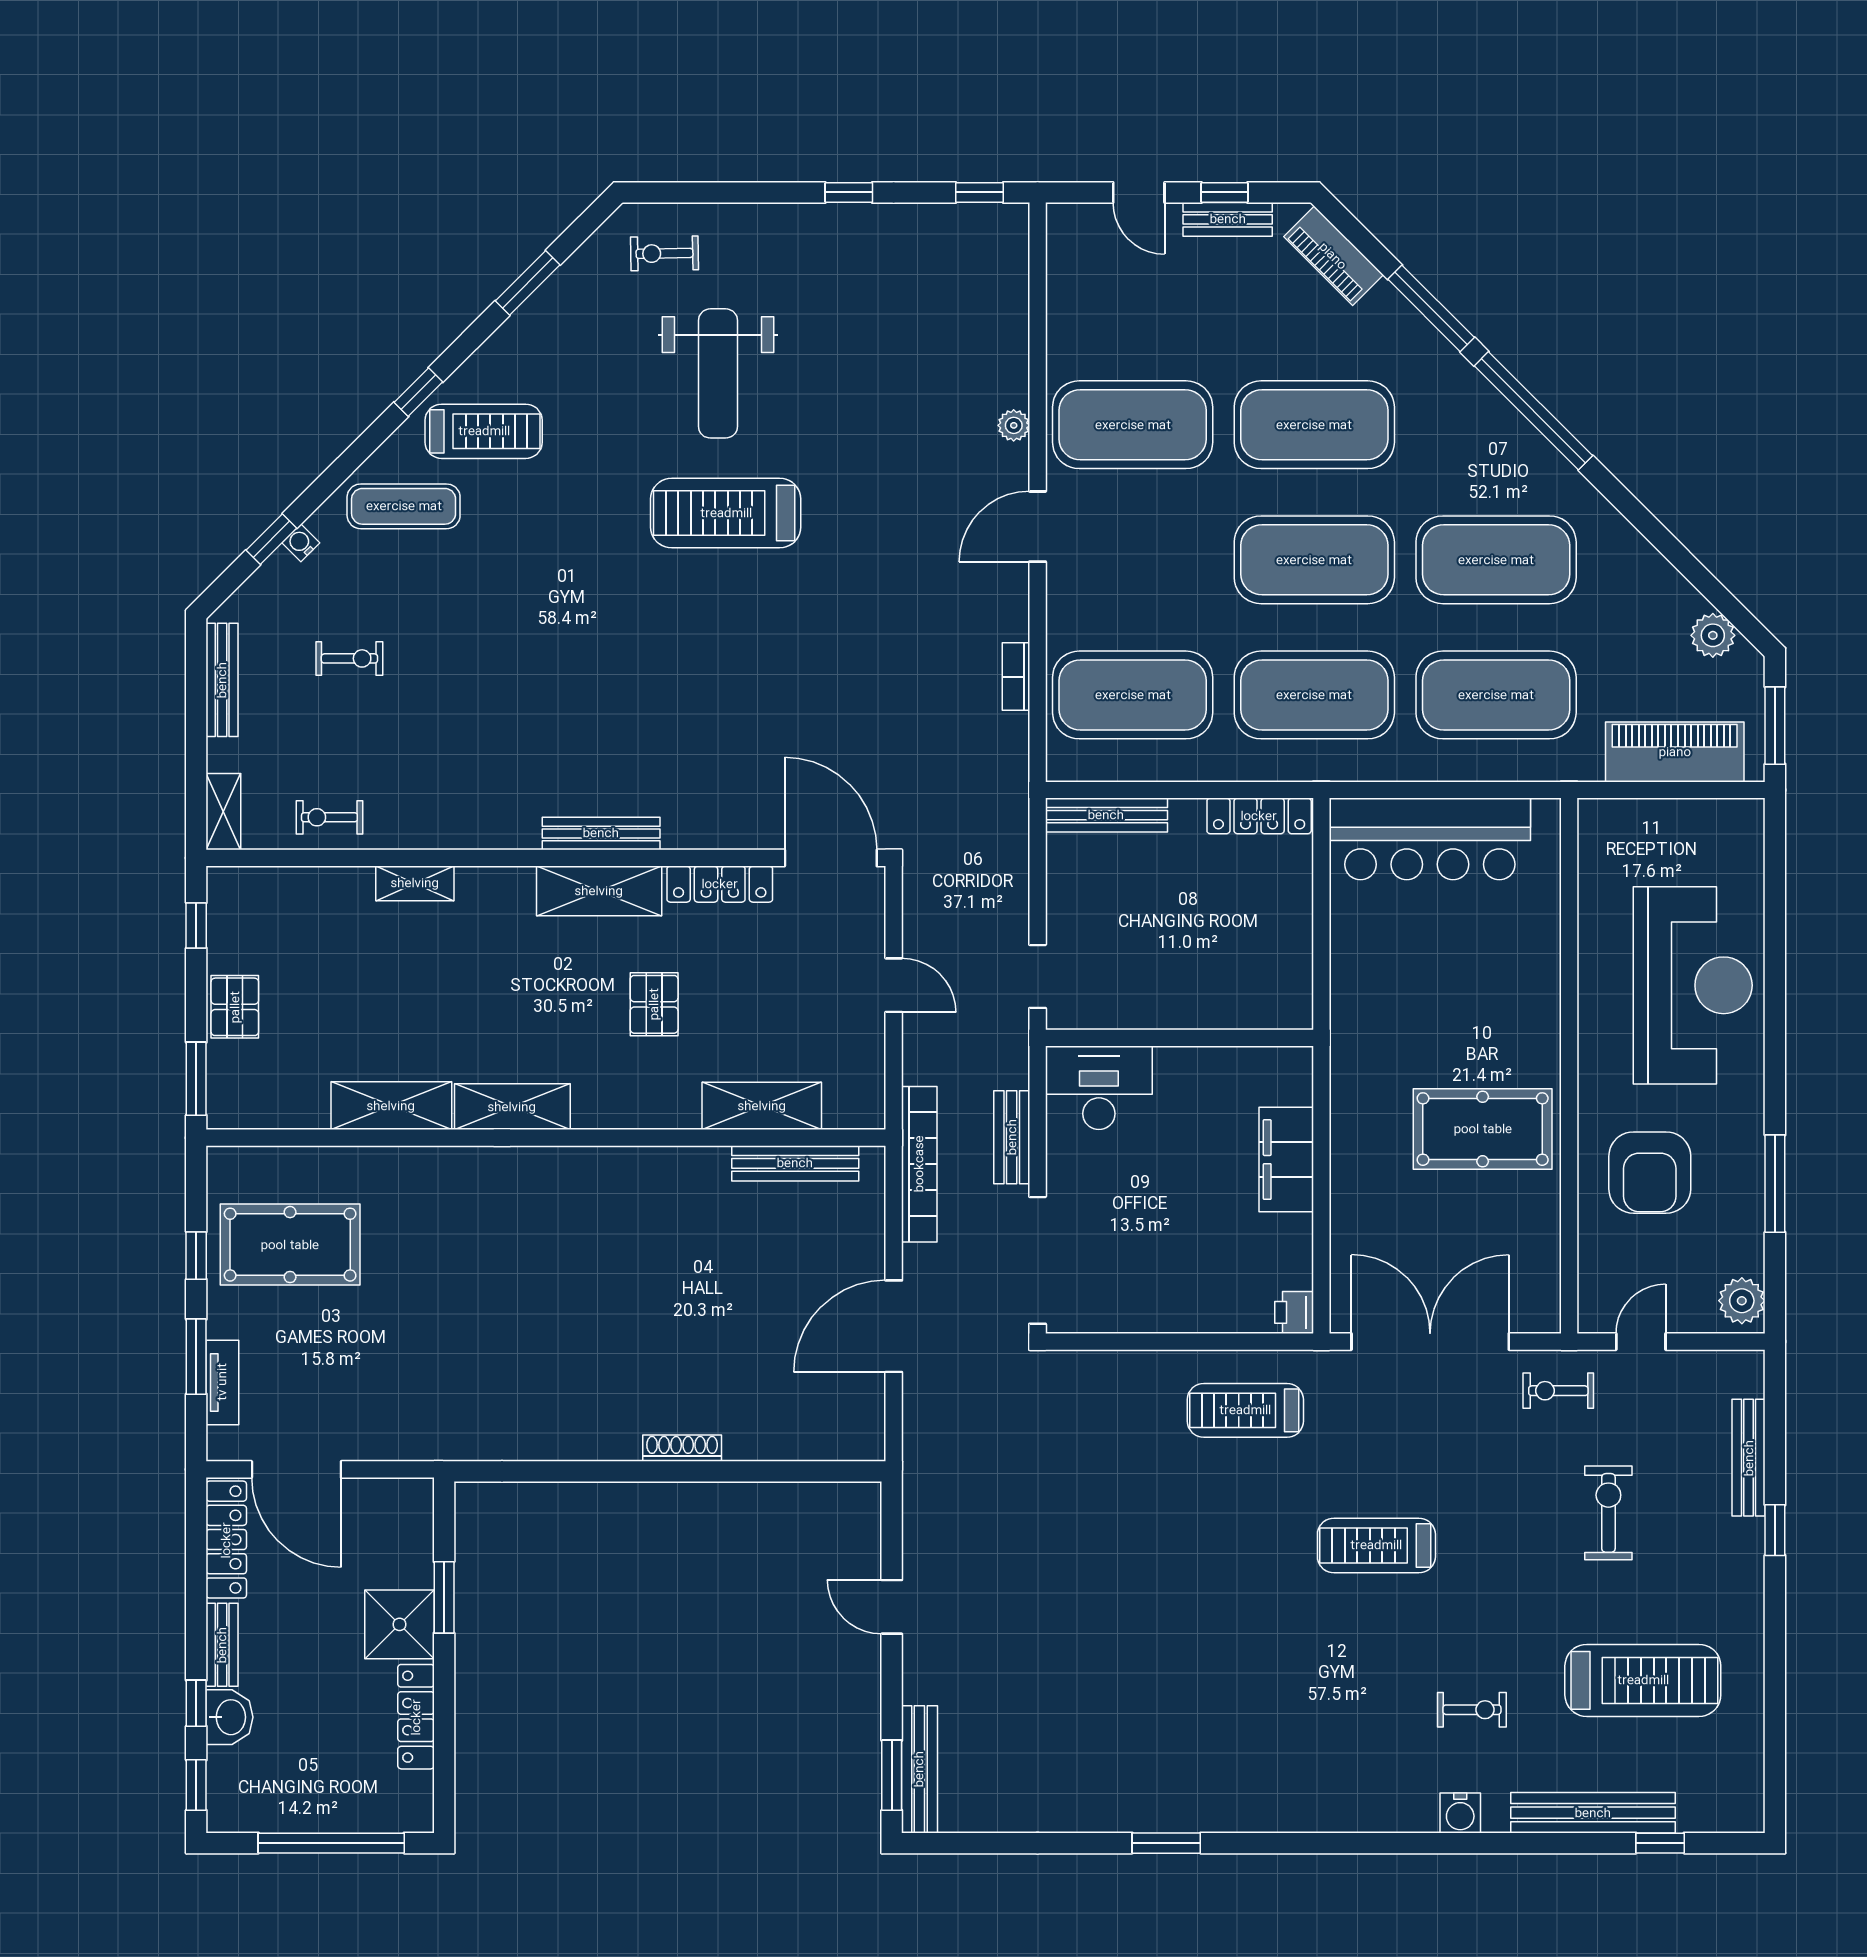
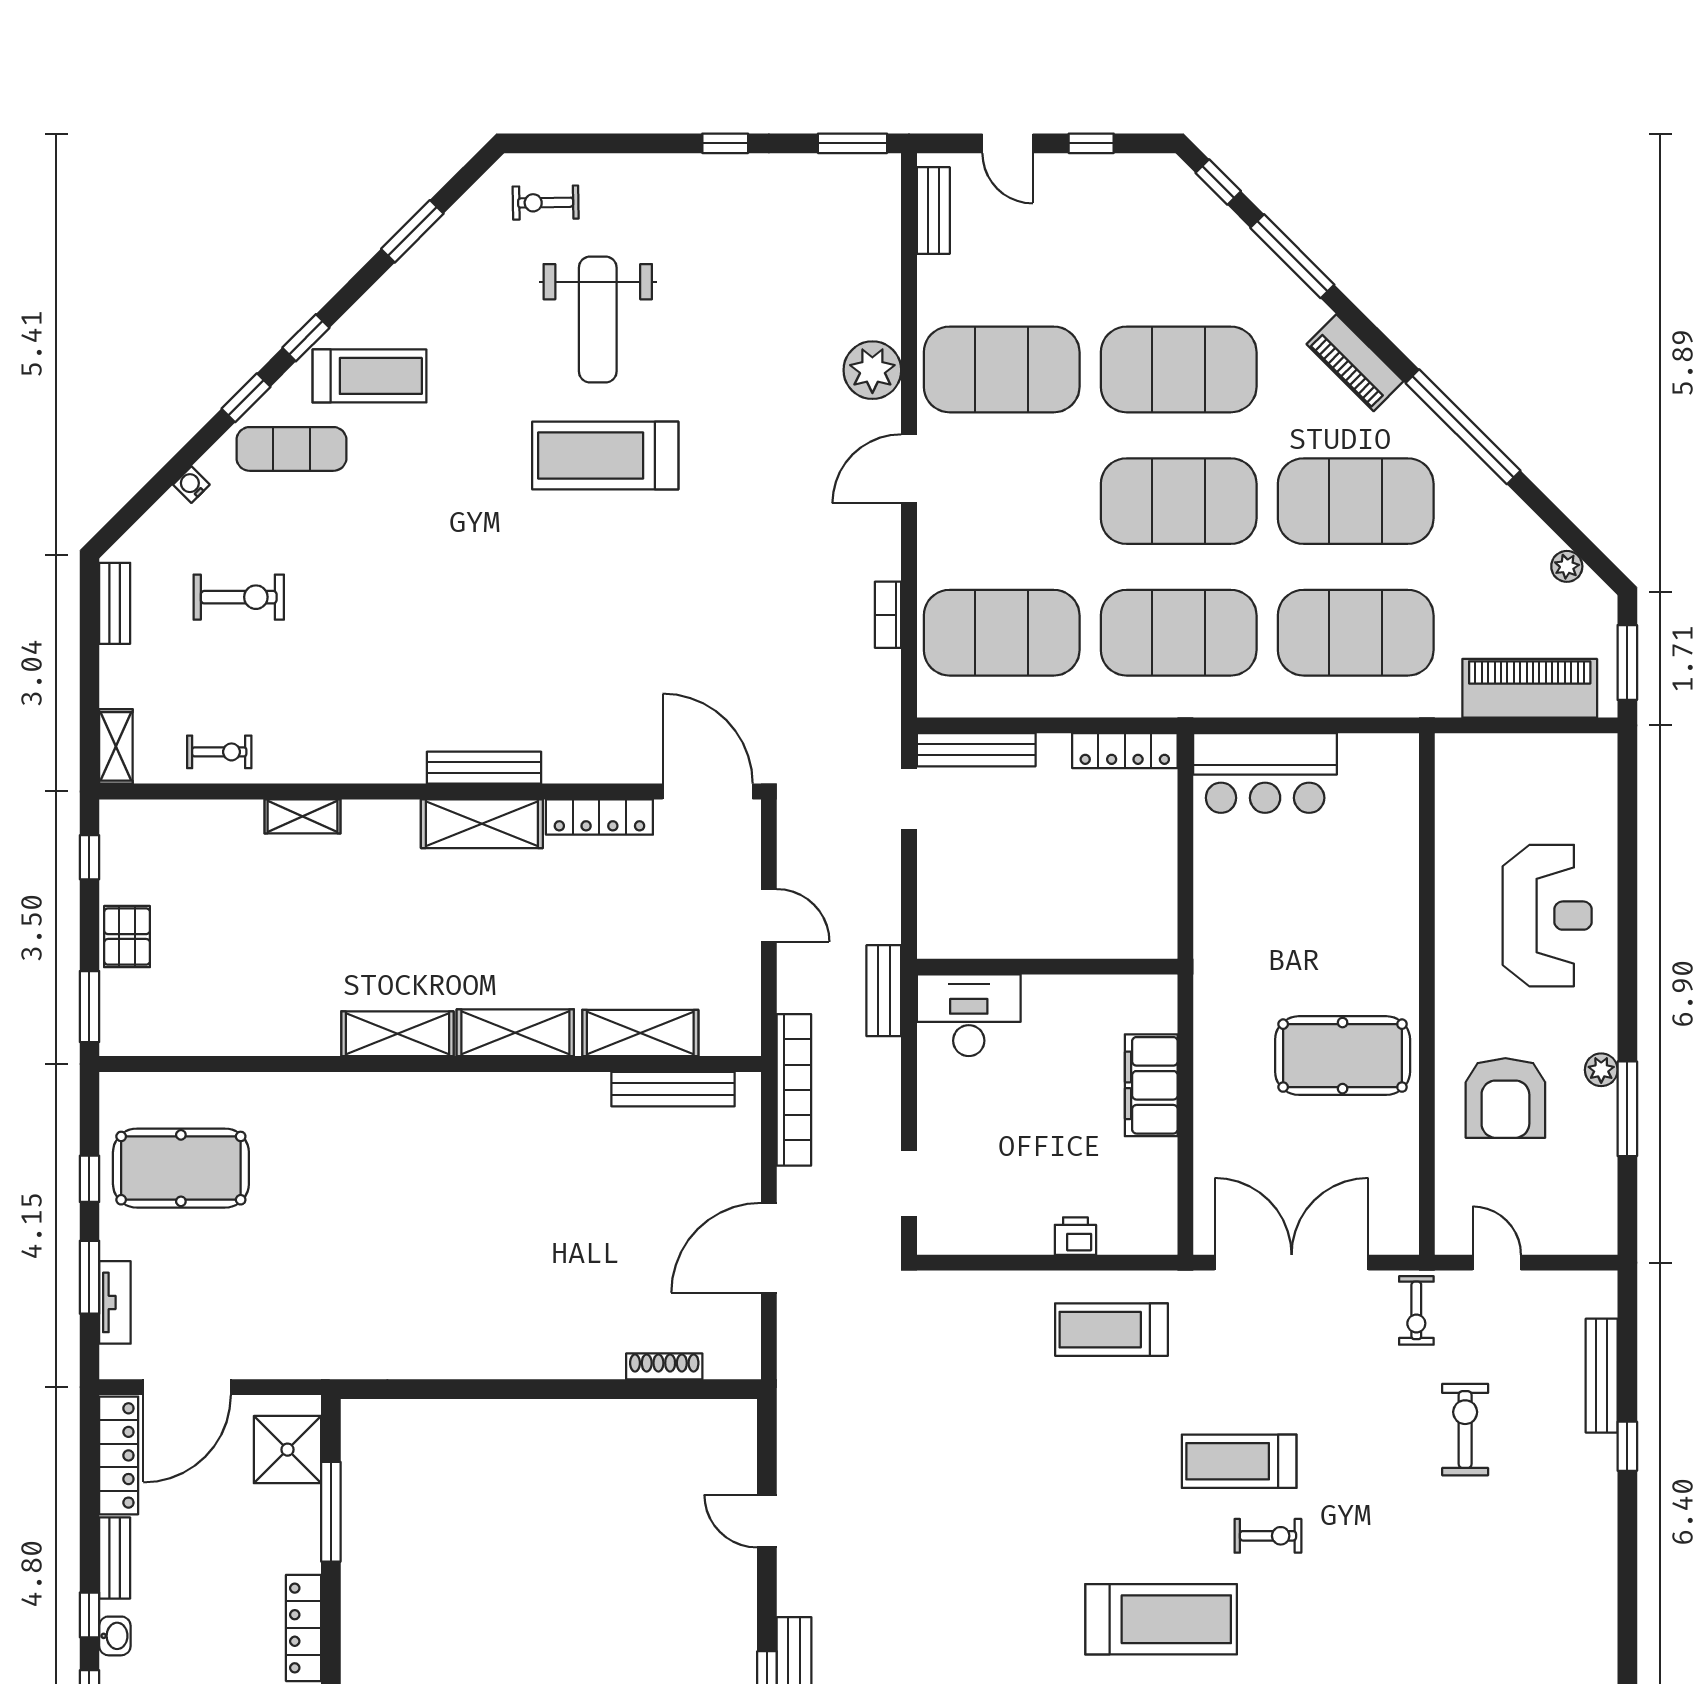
window: (980, 192) -> (852, 143), width x1.50
bench: (1228, 219) -> (933, 211), moved, turned 90
window: (1355, 232) -> (1218, 182), added
piano: (1333, 256) -> (1355, 363), moved
window: (1533, 411) -> (1463, 427), moved
plant: (1014, 425) -> (872, 370), width x1.88, depth x1.88
window: (271, 539) -> (246, 398), moved
plant: (1713, 635) -> (1567, 566), width x0.73, depth x0.73
exercise bike: (349, 658) -> (239, 597), width x1.38, depth x1.39
bench: (222, 680) -> (115, 603), width x0.73
exercise bike: (329, 817) -> (219, 752), turned 180
bar counter: (1430, 839) -> (1265, 773), width x0.73
doorway: (1038, 976) -> (909, 799), moved
reception desk: (1693, 985) -> (1547, 916), width x0.74, depth x0.77
pallet: (654, 1004) -> (535, 934), removed
shelving: (391, 1106) -> (515, 1033), moved
bench: (1012, 1137) -> (884, 991), moved
doorway: (1038, 1260) -> (909, 1183), width x0.53
plant: (1742, 1301) -> (1601, 1070), moved, width x0.73, depth x0.73
printer: (1294, 1312) -> (1075, 1236), moved, turned 90
door: (1641, 1342) -> (1497, 1263), hinge flipped
exercise bike: (1558, 1391) -> (1416, 1310), turned -90
shoe rack: (682, 1448) -> (664, 1366), moved
door: (296, 1469) -> (187, 1387), hinge flipped
window: (444, 1597) -> (331, 1512), width x1.44
shower: (399, 1624) -> (288, 1450), moved
treadmill: (1643, 1680) -> (1161, 1619), moved
exercise bike: (1472, 1710) -> (1268, 1536), moved
washbasin: (229, 1717) -> (115, 1636), width x0.72, depth x0.69

